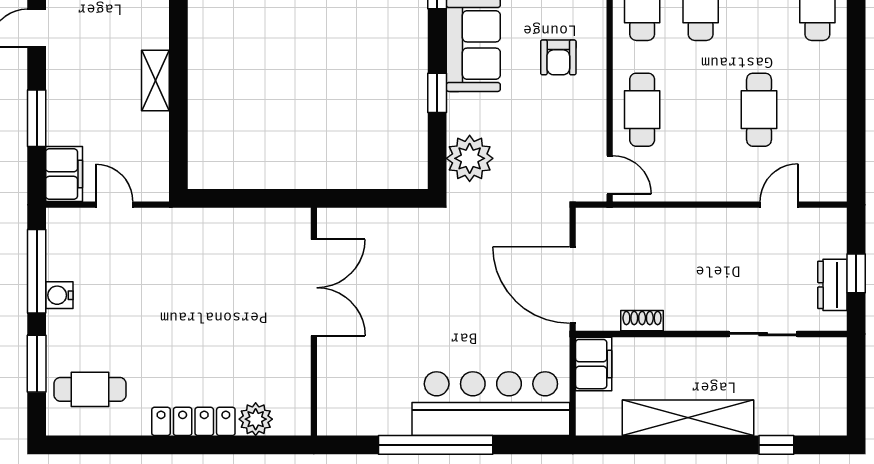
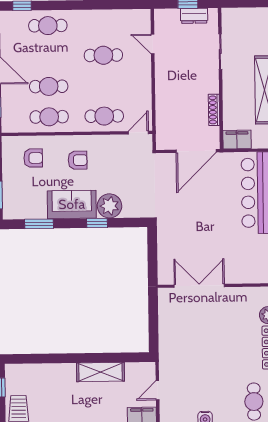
shelving: (155, 81) -> (101, 372), width x1.50, depth x1.33
plant: (470, 158) -> (109, 206), moved
shoe rack: (642, 321) -> (214, 110), width x1.43

